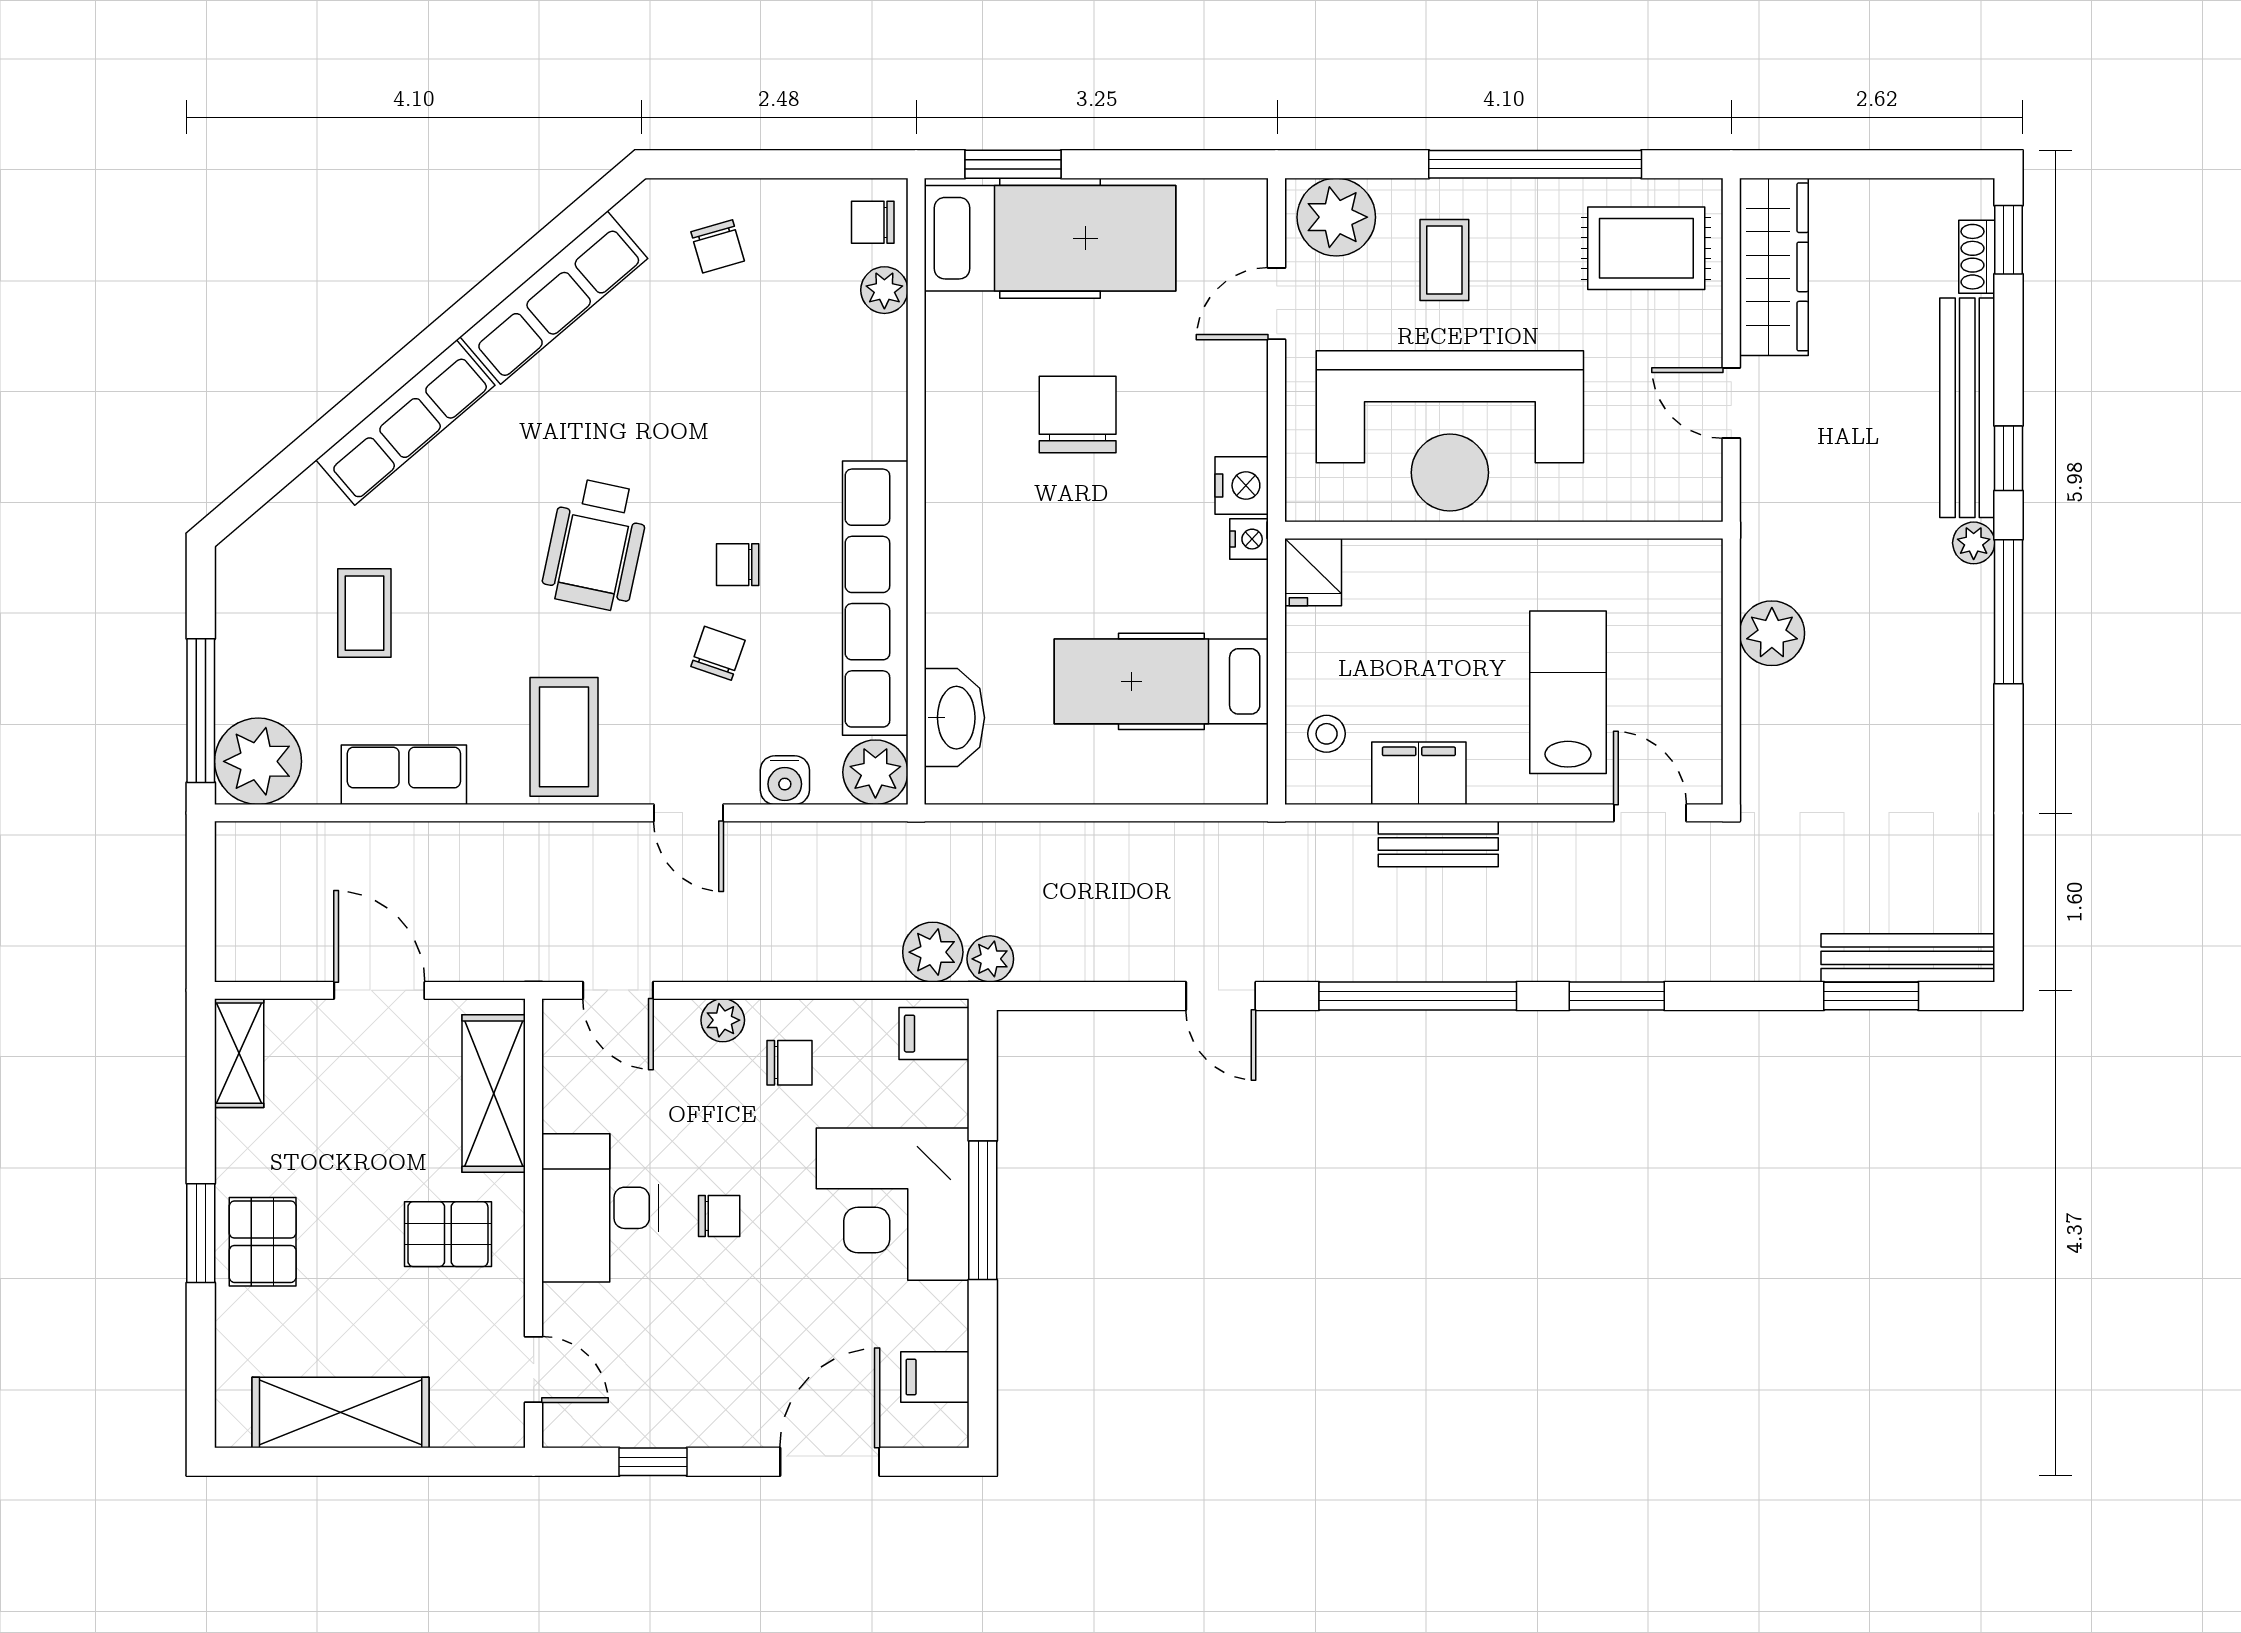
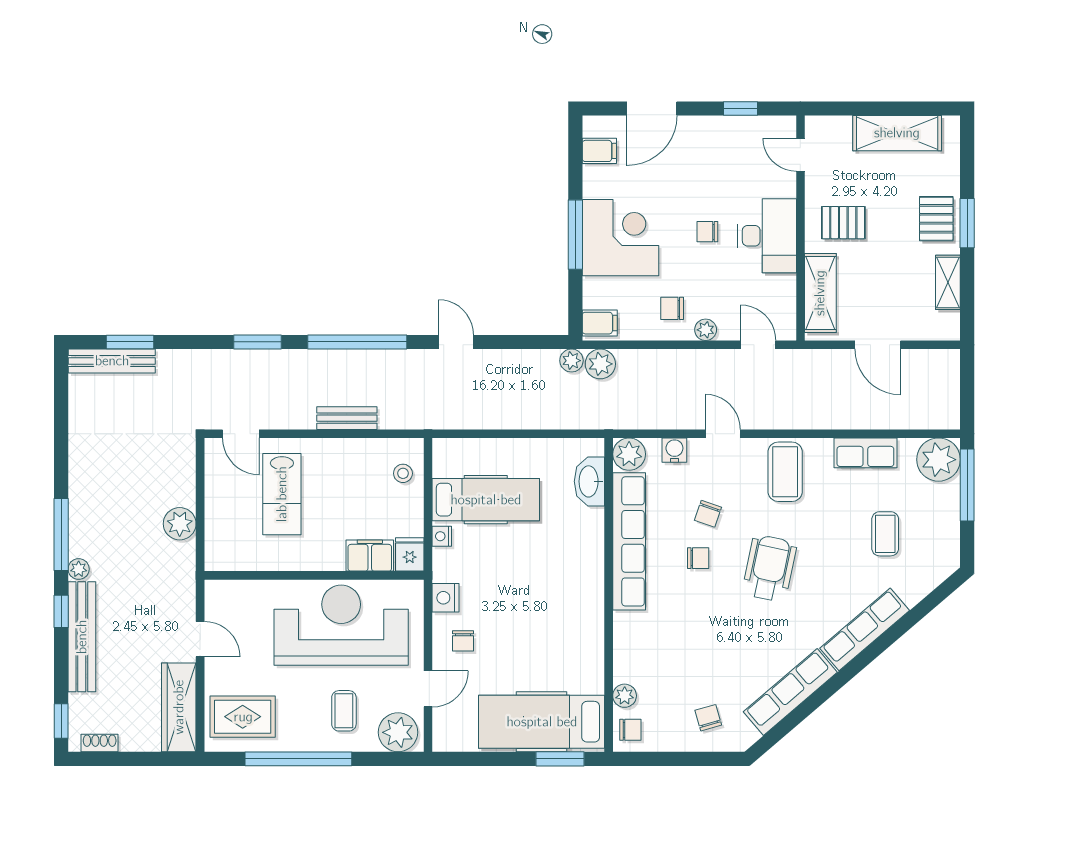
shoe rack: (1977, 257) -> (100, 743), moved, turned -90
chair: (1078, 414) -> (463, 641), moved, width x0.54, depth x0.54
nightstand: (1249, 539) -> (442, 536), moved
filing cabinet: (1419, 773) -> (370, 556), moved, turned 180
shelving: (239, 1053) -> (948, 282), moved

